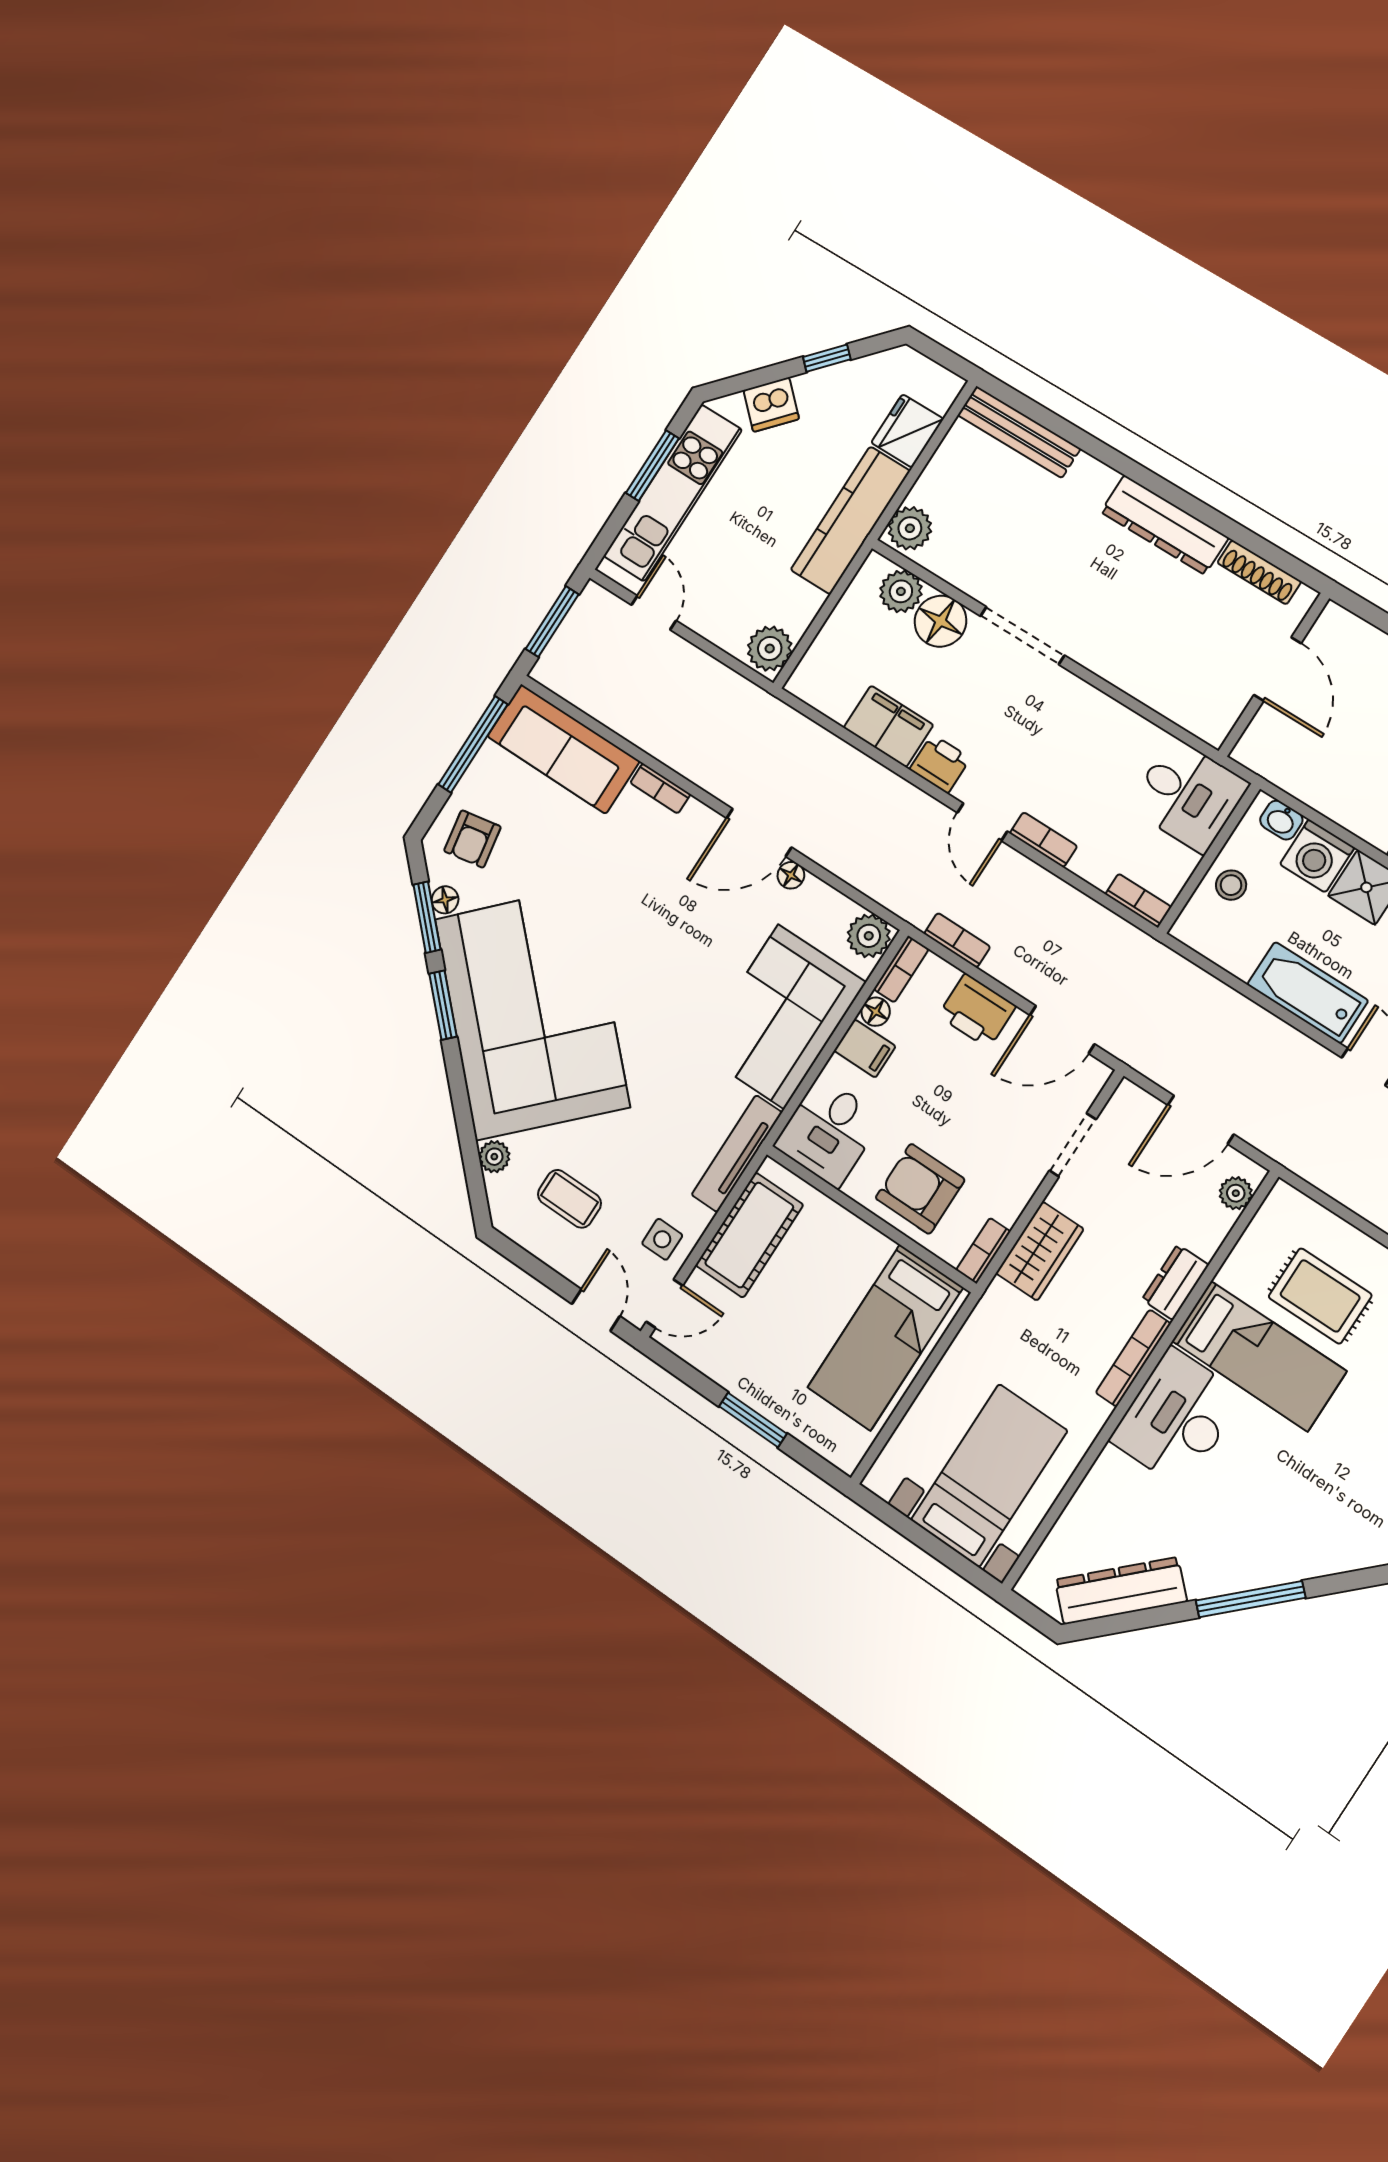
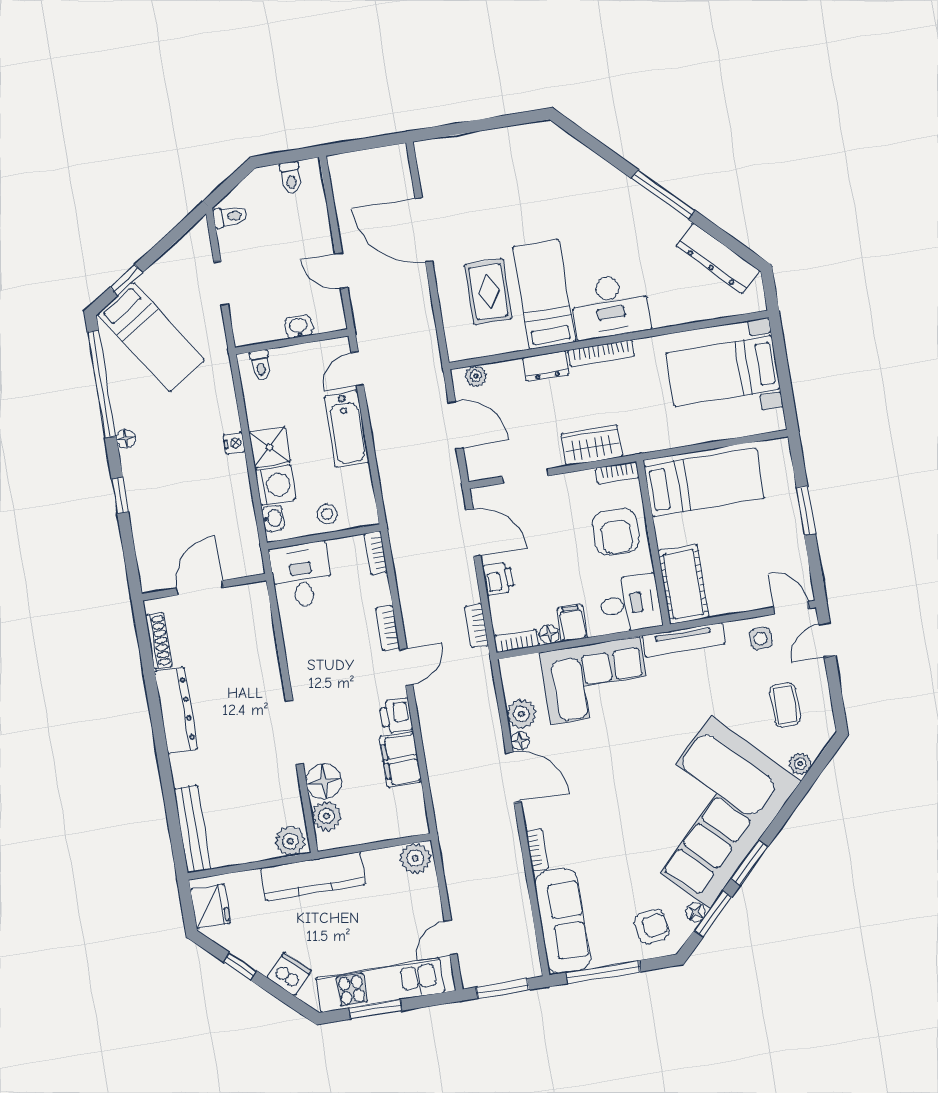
fridge: (907, 431) -> (210, 906), moved, turned -90
plant: (869, 936) -> (521, 714), moved
printer: (977, 1011) -> (498, 579), width x0.73, depth x0.81
cot: (749, 1235) -> (683, 584), moved, turned 90

